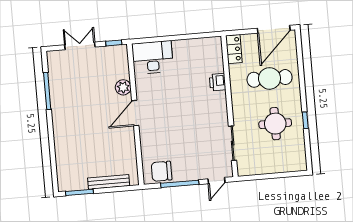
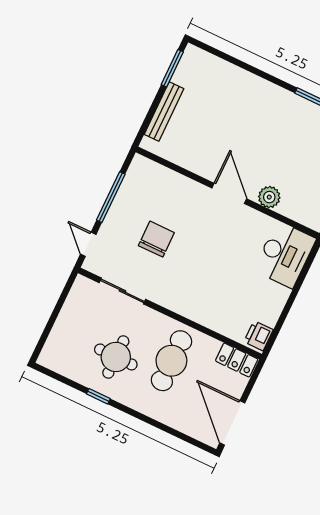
cafe table: (270, 78) -> (171, 361), moved
printer: (218, 82) -> (259, 336), moved, turned -90
chair: (161, 171) -> (156, 239), moved

